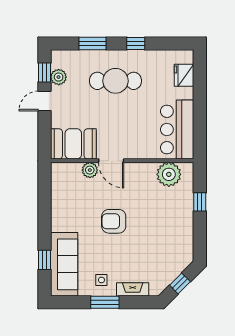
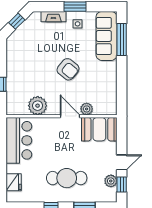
plant: (169, 174) -> (38, 106), moved
armchair: (114, 221) -> (68, 69), turned 39
window: (44, 260) -> (122, 39), width x2.17

